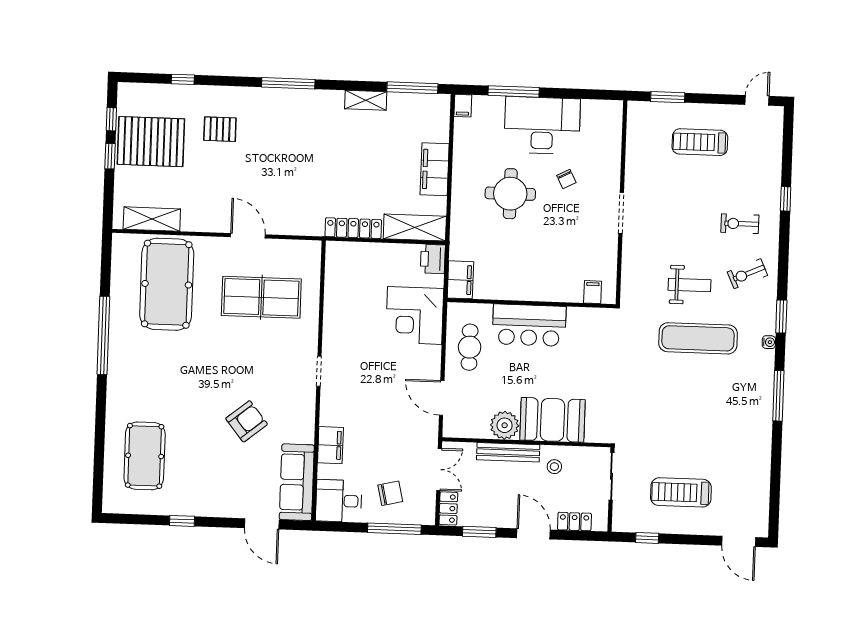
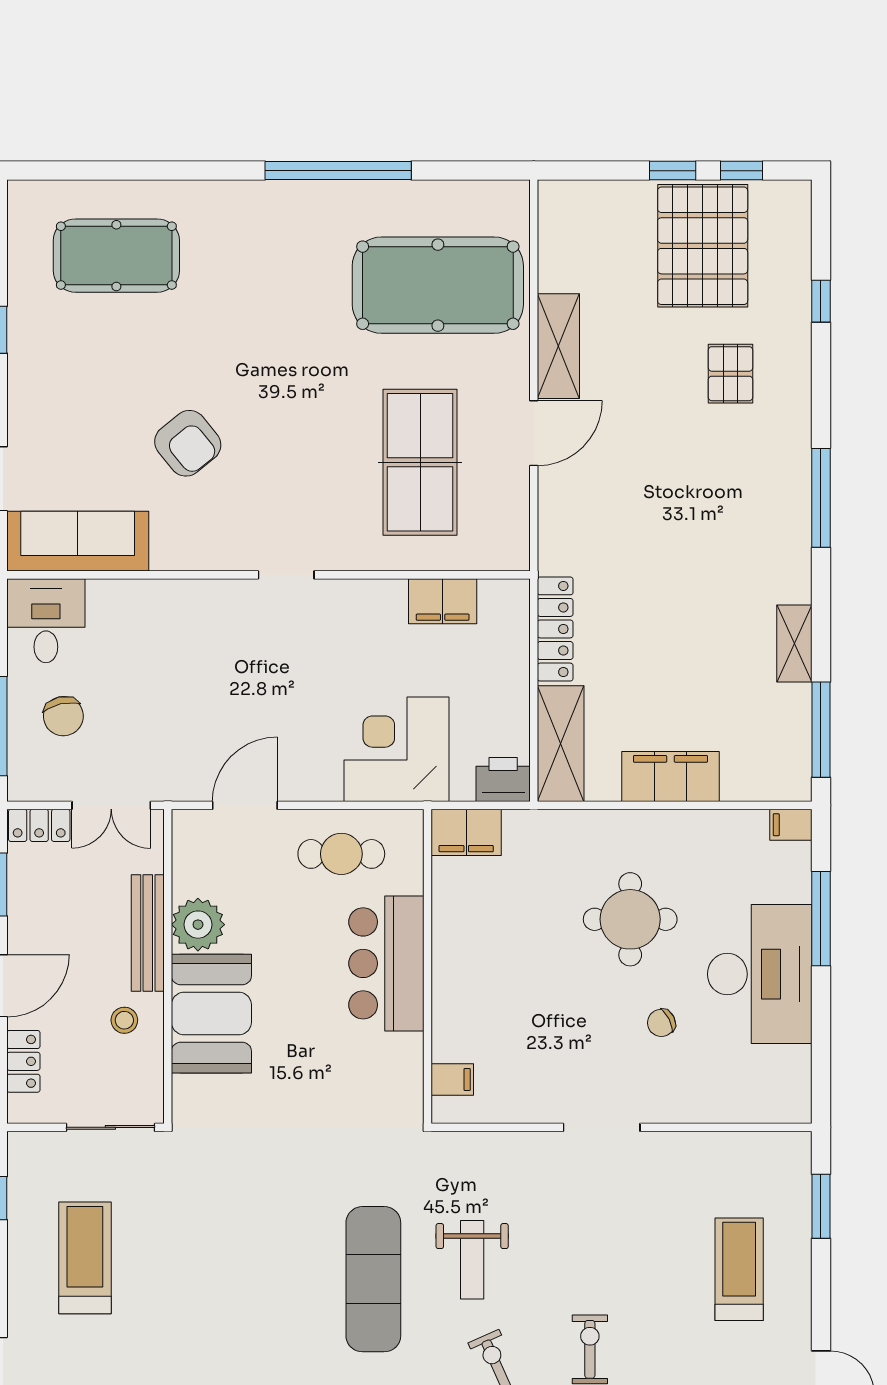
shelving: (152, 219) -> (558, 346), moved
filing cabinet: (330, 445) -> (443, 601), moved

